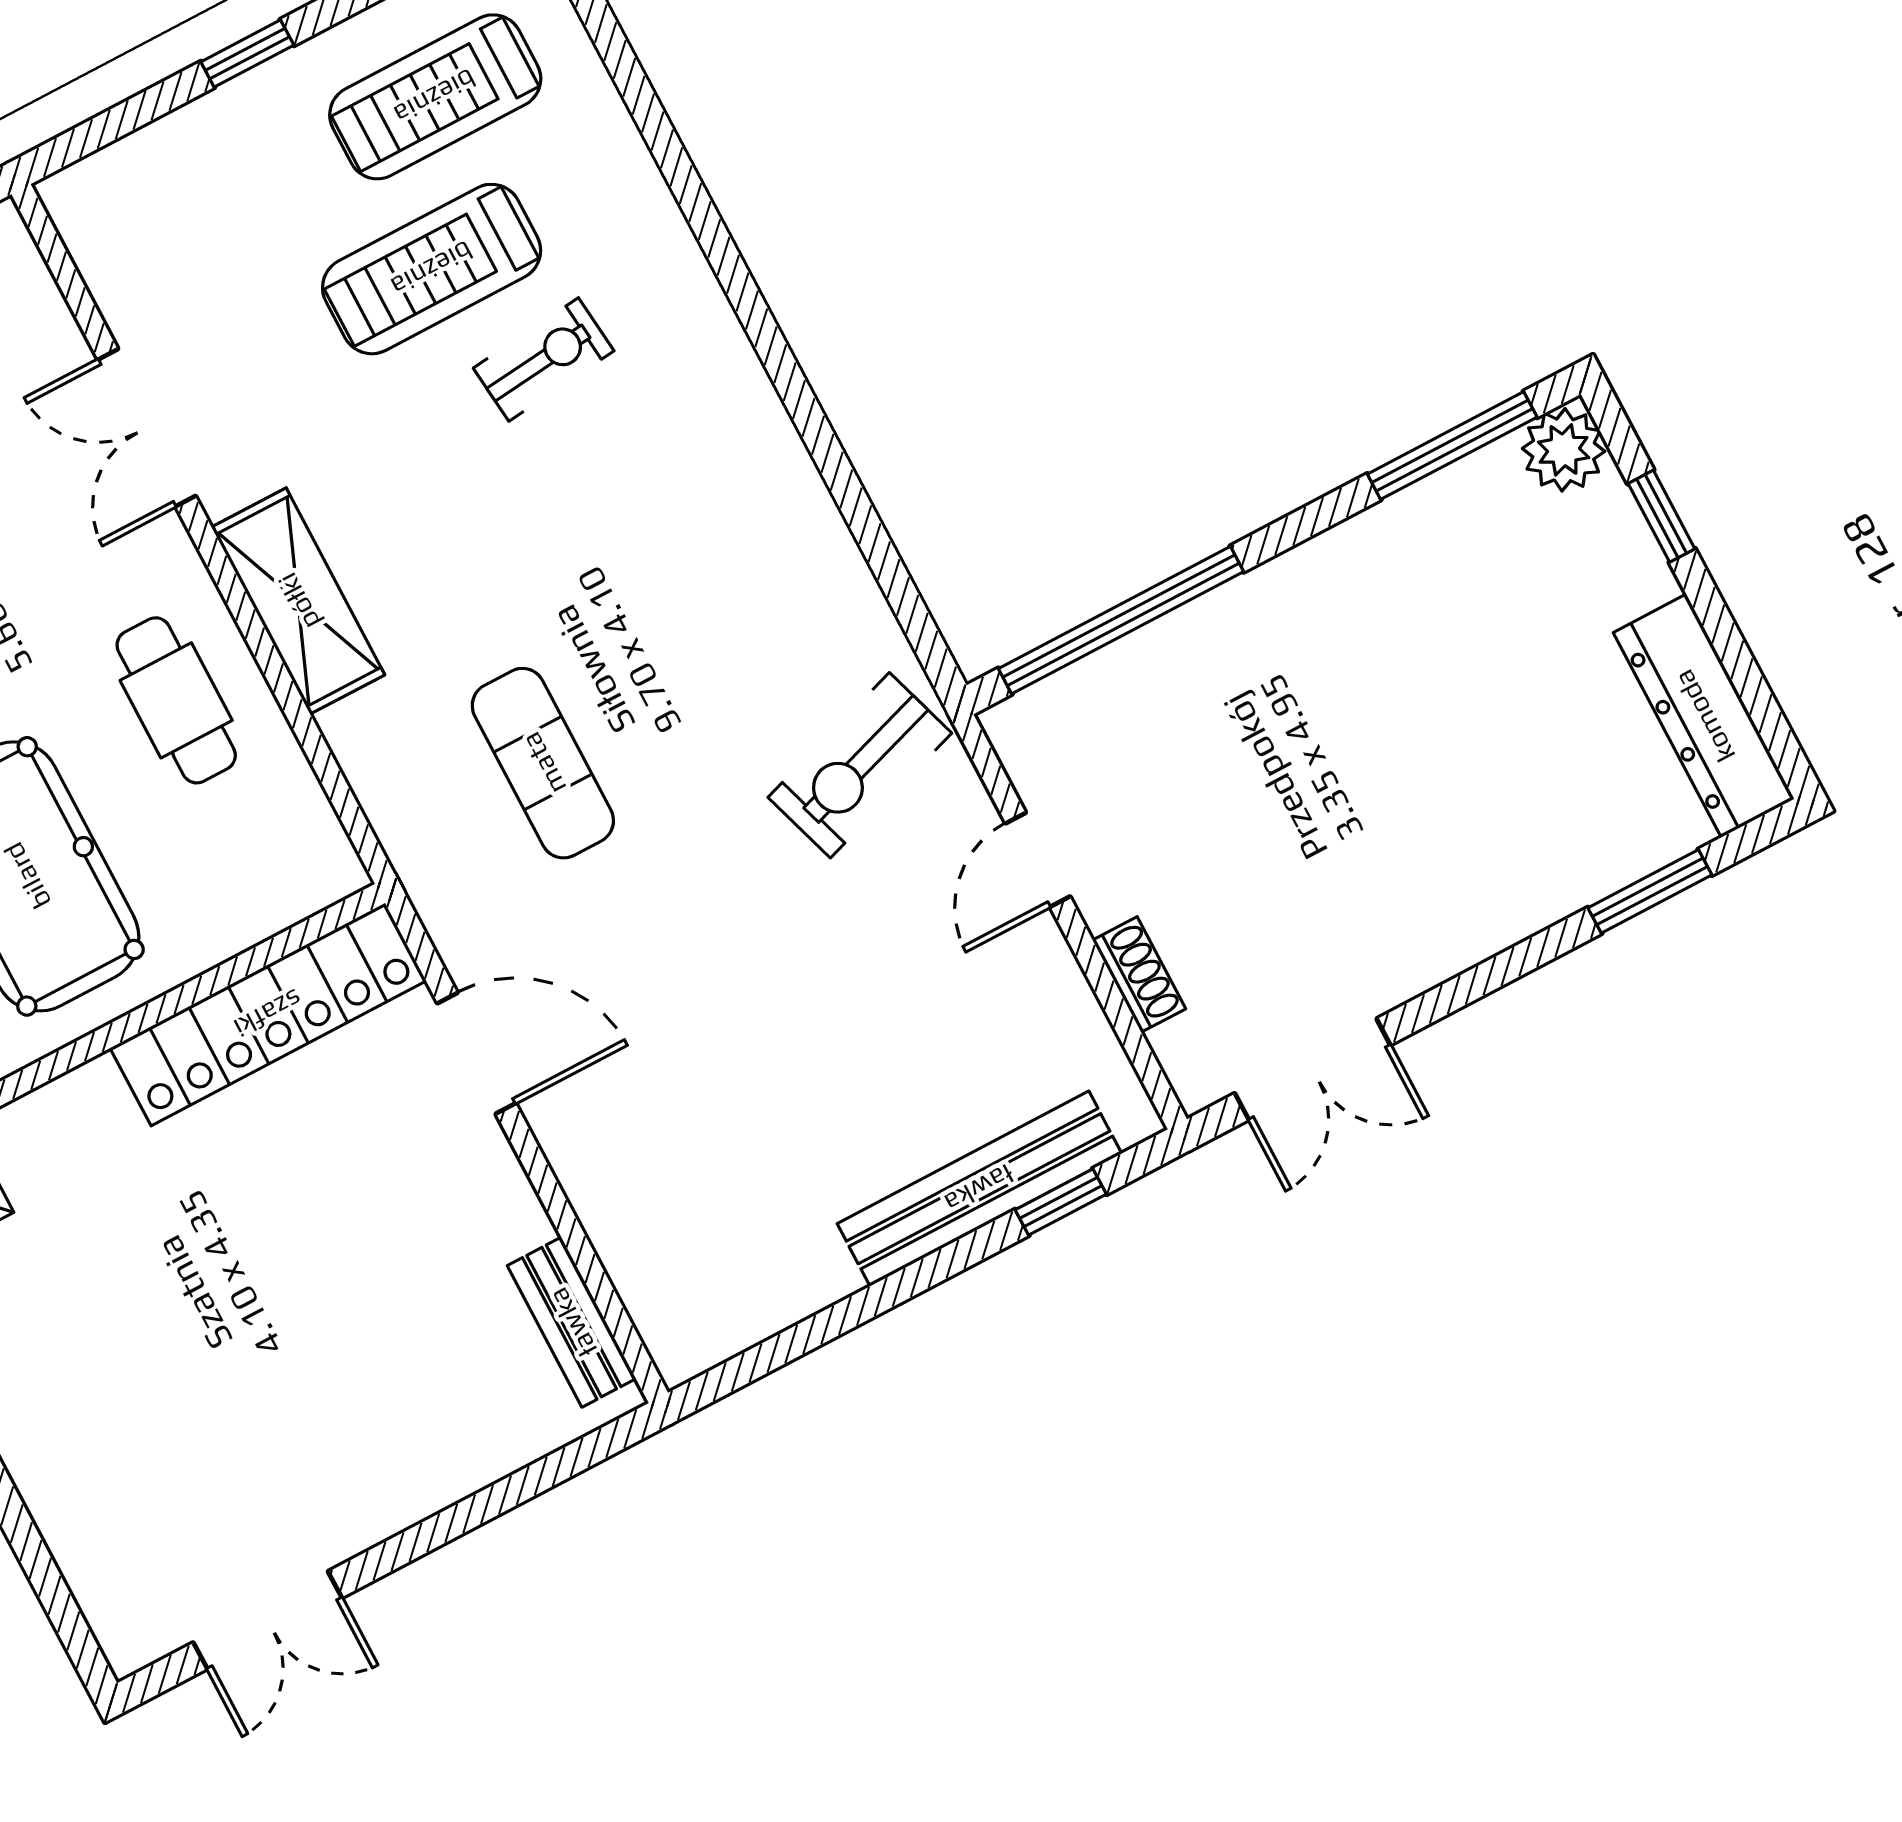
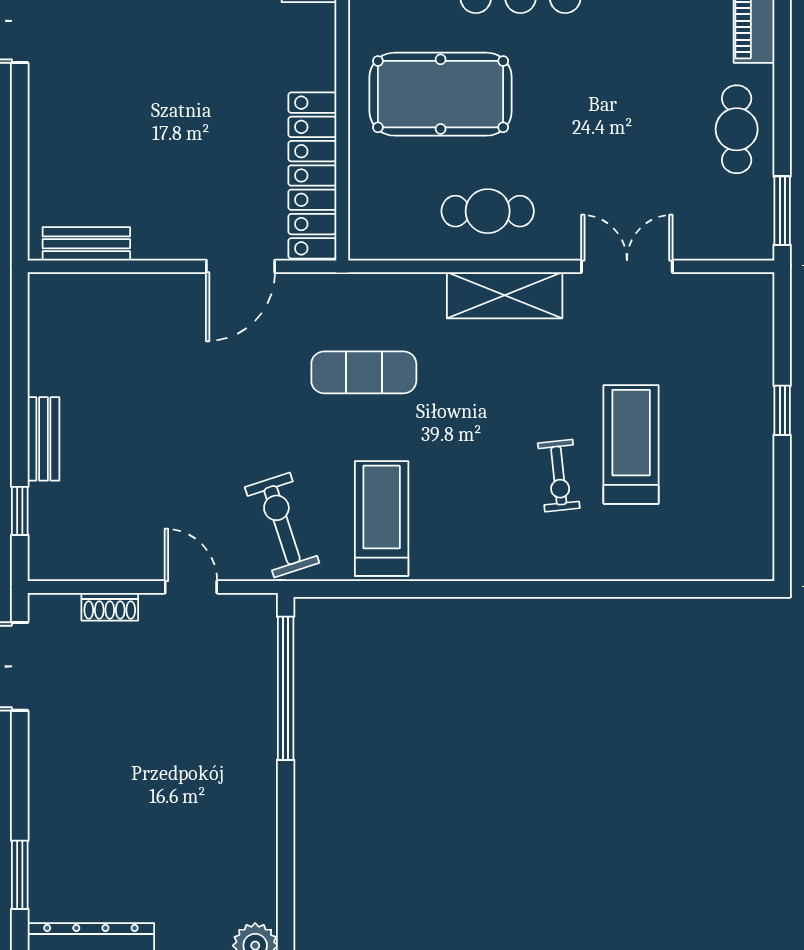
treadmill: (435, 97) -> (382, 519), moved
window: (1452, 446) -> (286, 893), removed
bench: (979, 1189) -> (43, 439), width x0.54, depth x0.82

